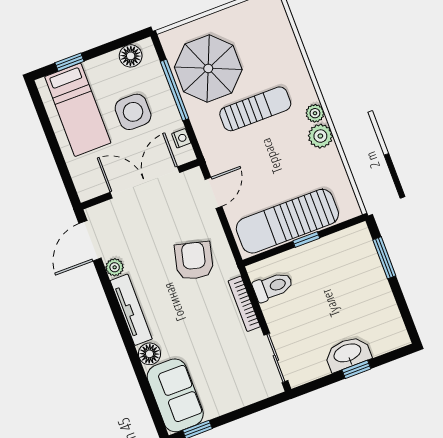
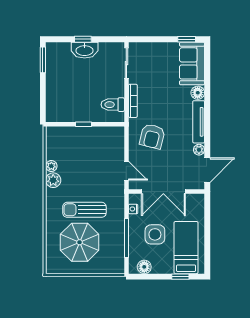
parasol: (208, 68) -> (80, 242), moved
plant: (315, 113) -> (51, 166), moved
door: (213, 193) -> (126, 171), swing flipped
sun lounger: (287, 221) -> (90, 139), removed
window: (384, 258) -> (43, 60), moved

